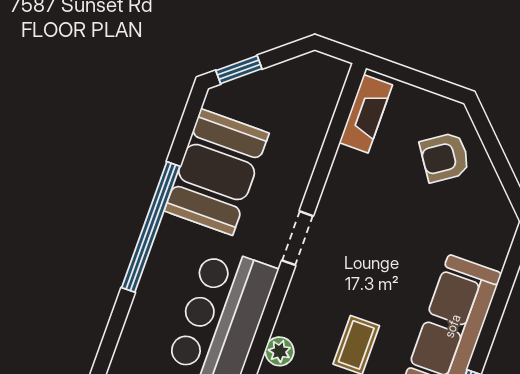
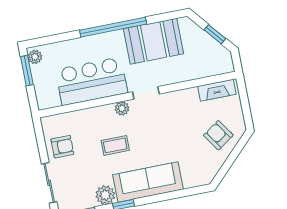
window: (239, 70) -> (215, 34), moved
plant: (280, 351) -> (122, 108), moved

